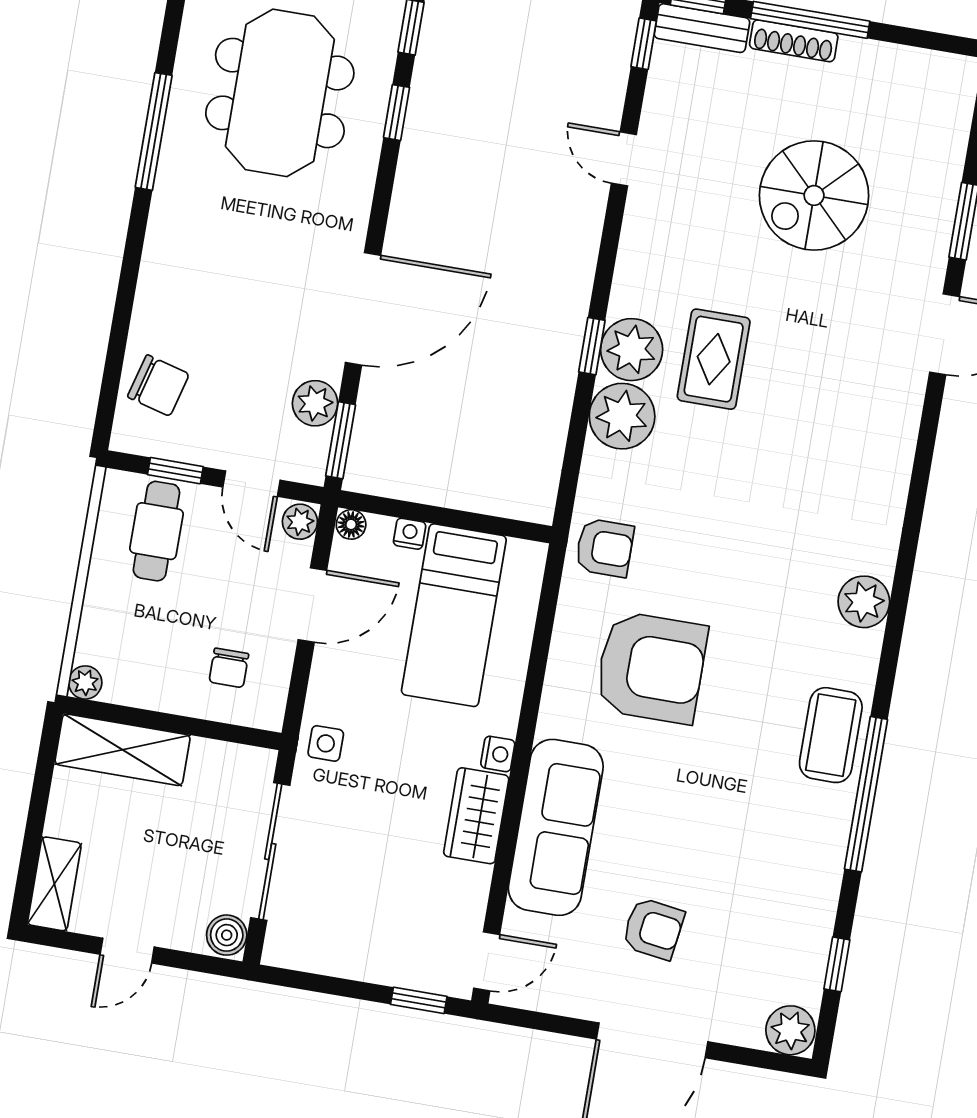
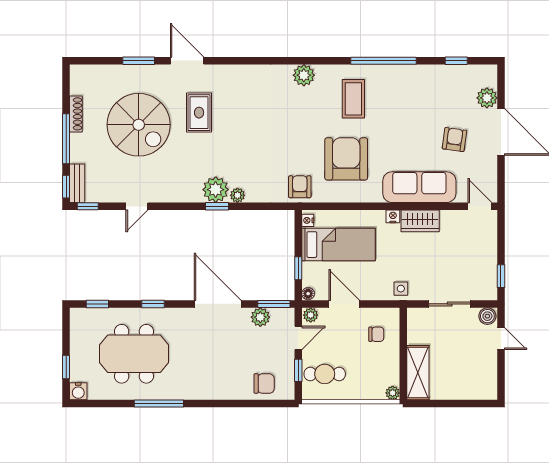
shoe rack: (794, 41) -> (76, 114), moved
window: (397, 113) -> (153, 304), moved
spiral stairs: (814, 195) -> (139, 125), width x1.37, depth x1.37
rug: (714, 359) -> (199, 113), moved, turned 90
chair: (158, 385) -> (264, 384), turned 75
plant: (622, 416) -> (237, 195), width x0.53, depth x0.53
window: (414, 511) -> (298, 268), added
nightstand: (410, 534) -> (308, 220), moved
coffee table: (831, 735) -> (353, 99), moved, turned 90
sliding door: (270, 851) -> (450, 304), width x0.73
shelving: (54, 884) -> (478, 391), removed
door: (127, 951) -> (501, 339), moved
window: (419, 1000) -> (501, 276), moved
plant: (790, 1030) -> (487, 98), moved

